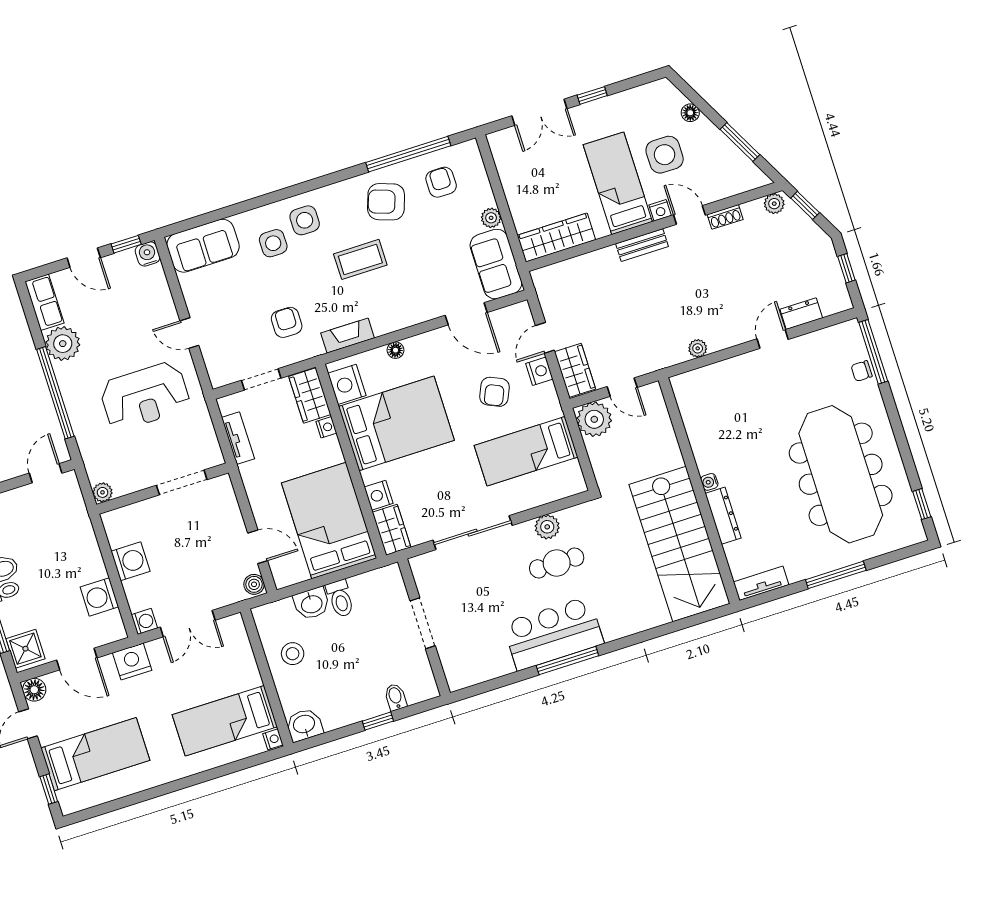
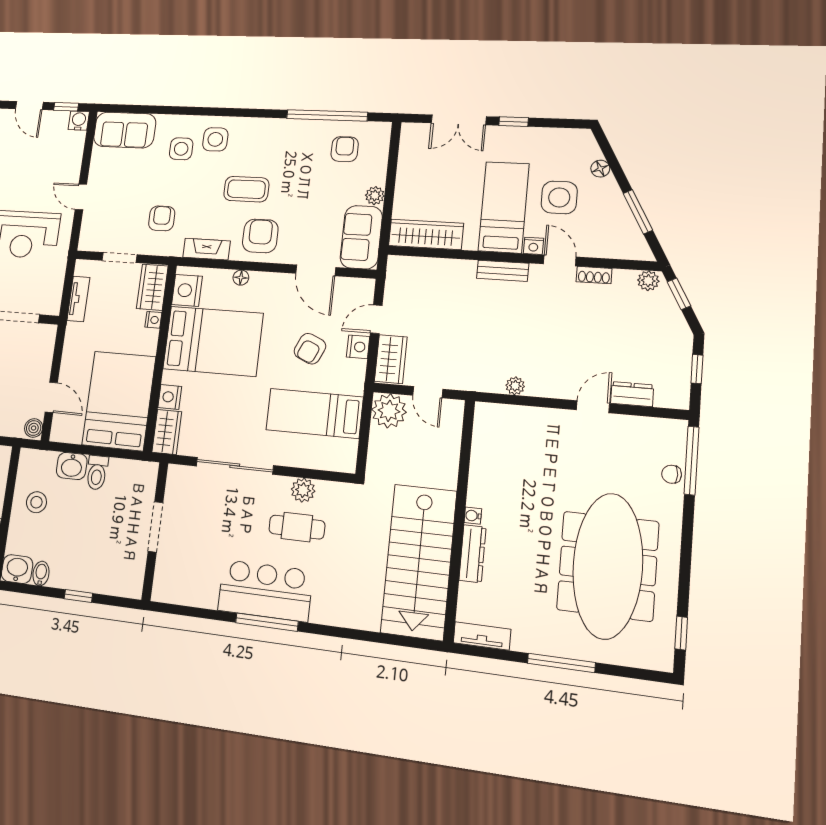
armchair: (386, 202) -> (260, 236), moved, turned 71
bidet: (396, 697) -> (41, 574), moved

